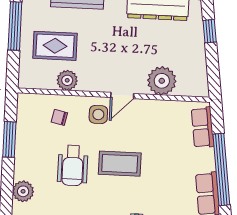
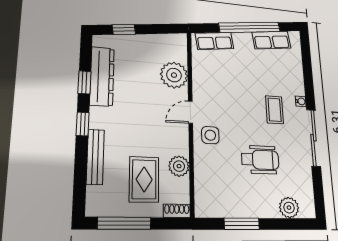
shoe rack: (24, 76) -> (177, 211), added
door: (122, 96) -> (190, 112), swing flipped
chair: (59, 117) -> (216, 173), removed
coffee table: (120, 164) -> (275, 110), moved, width x0.73, depth x0.77

